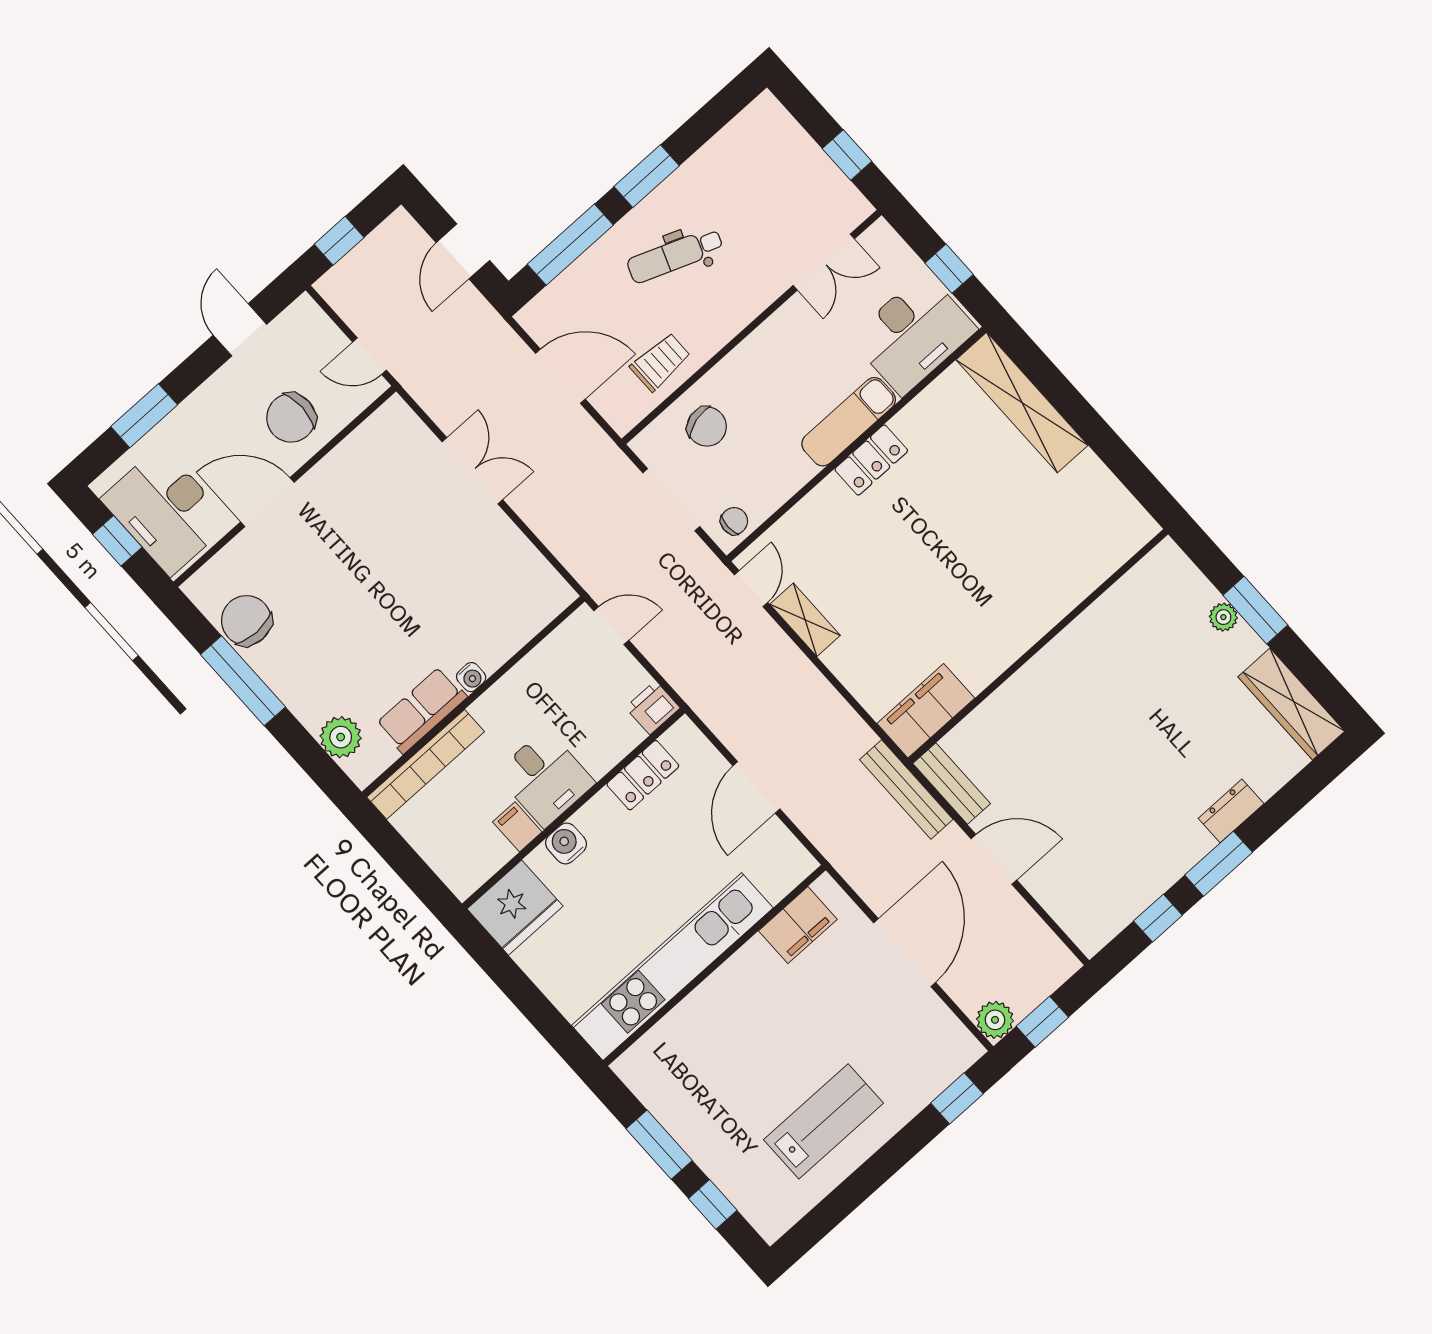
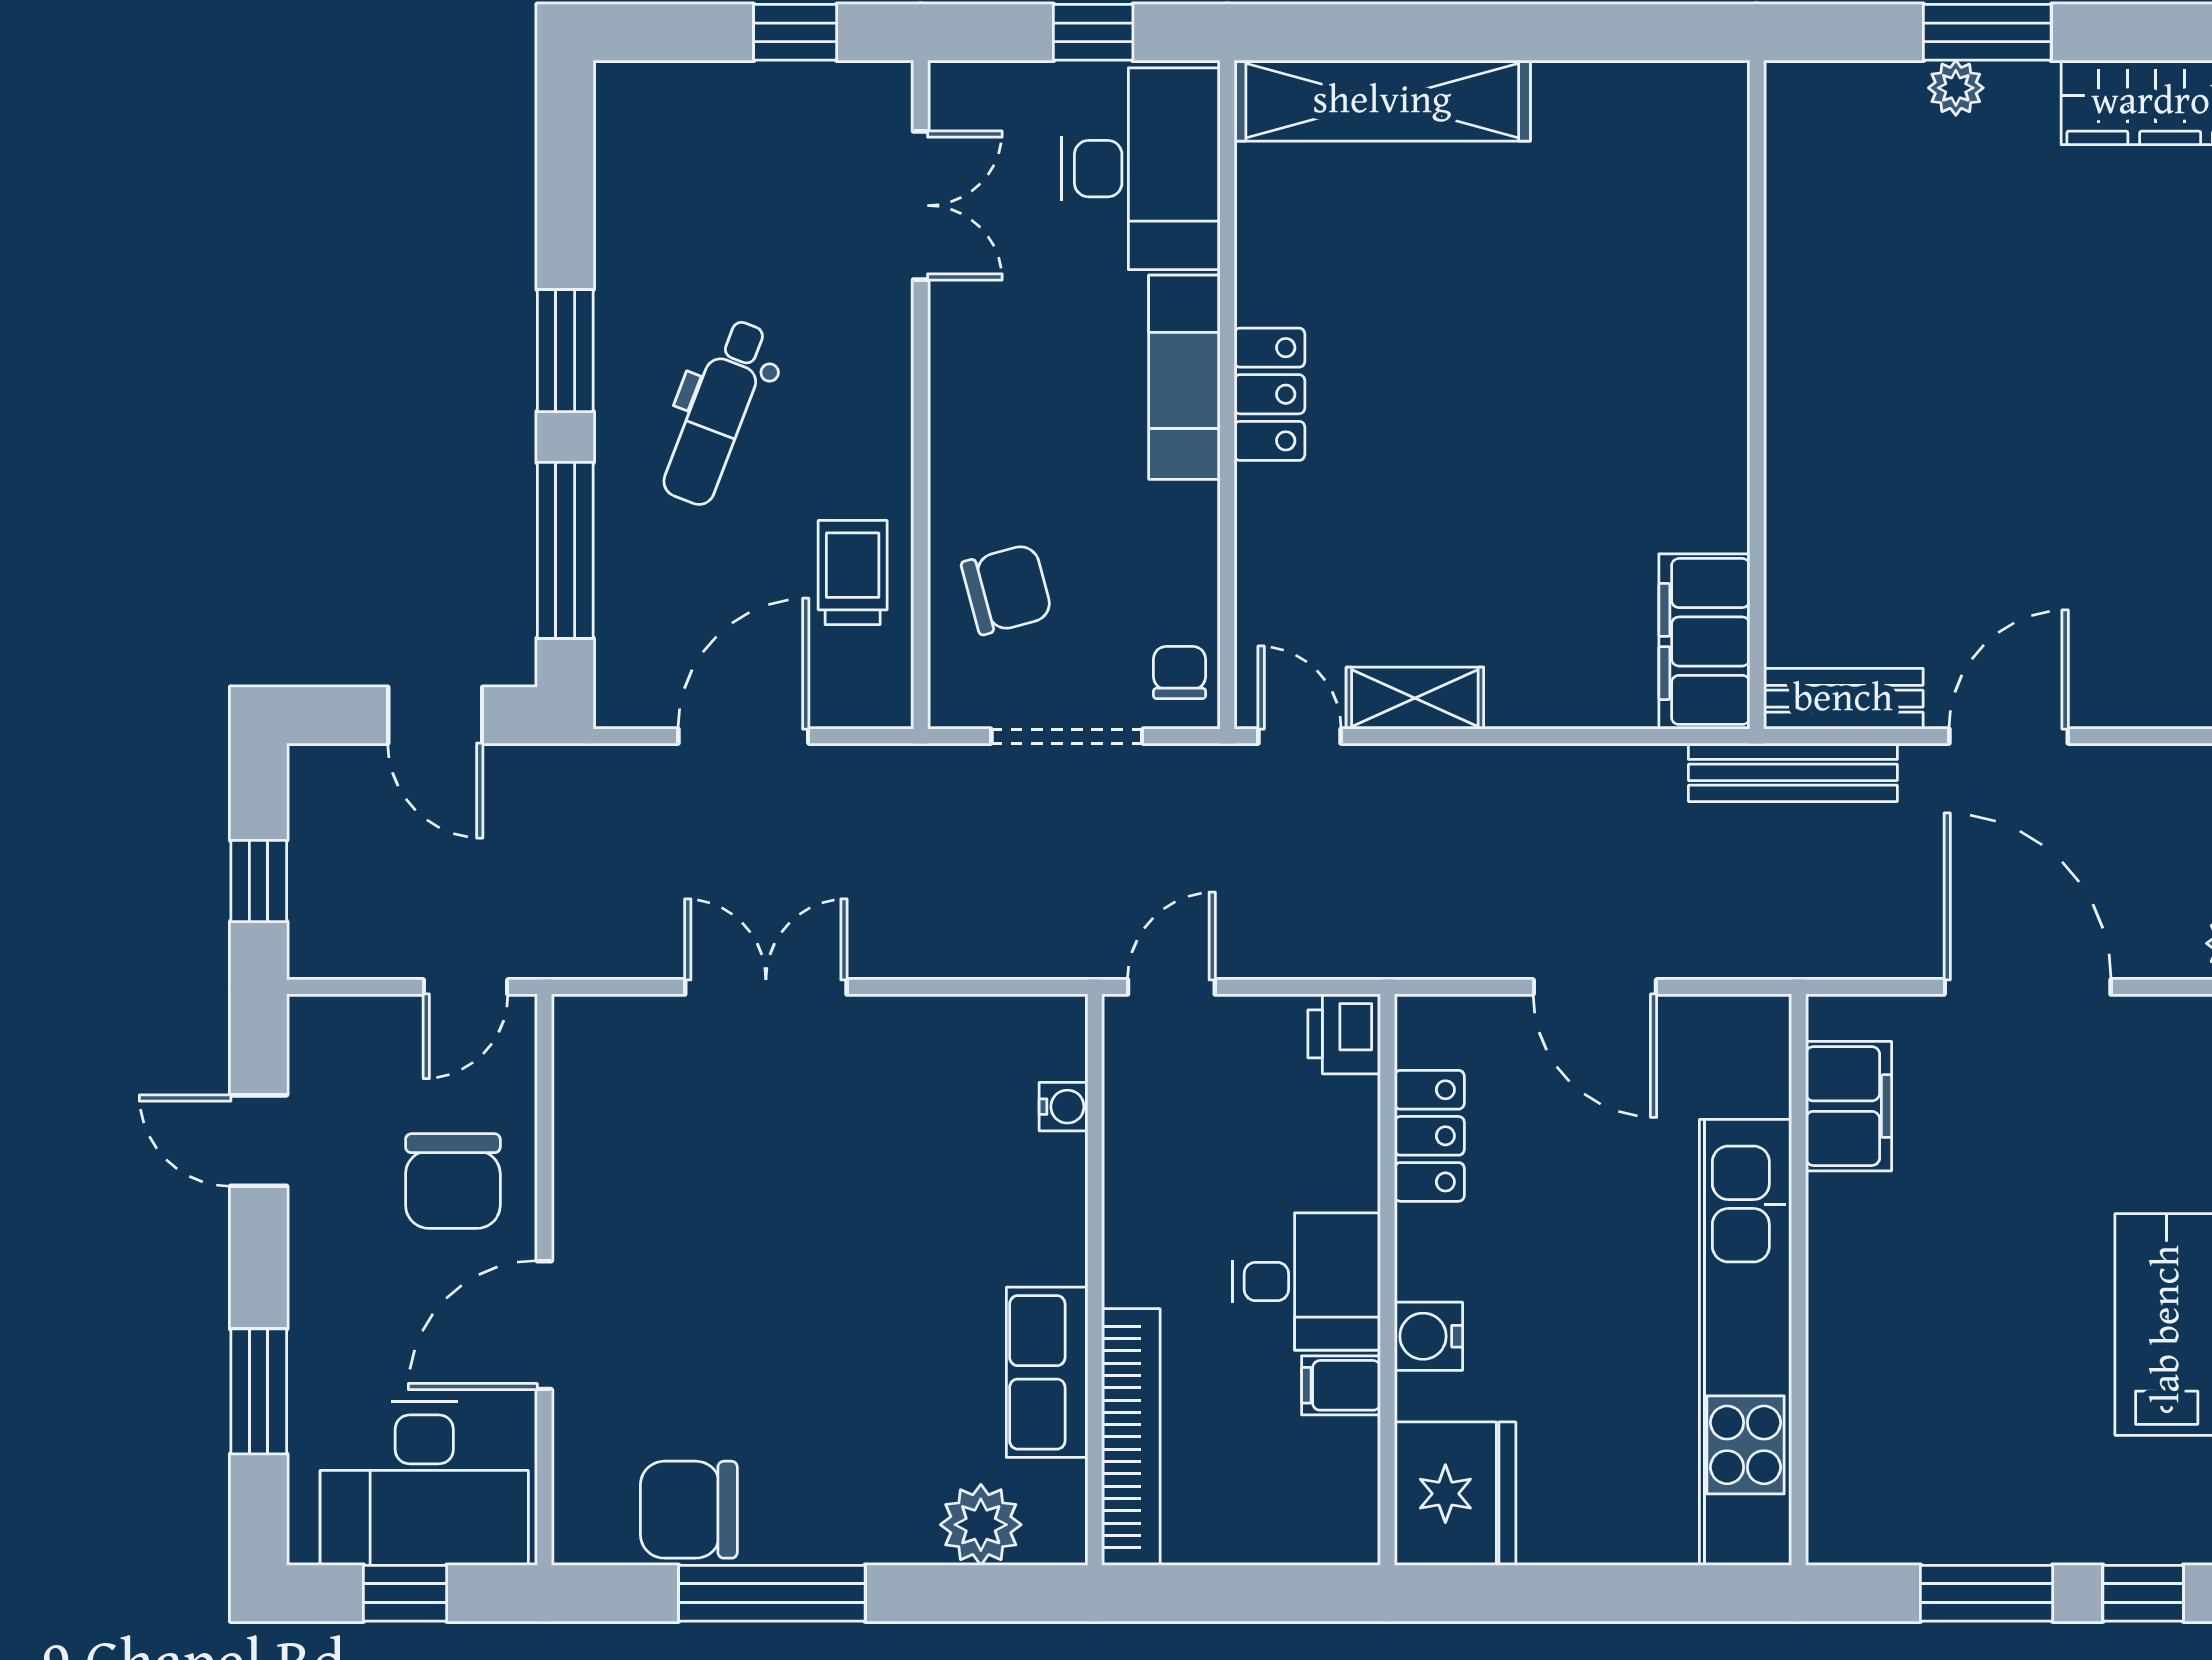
water cooler: (471, 677) -> (1063, 1107), moved

